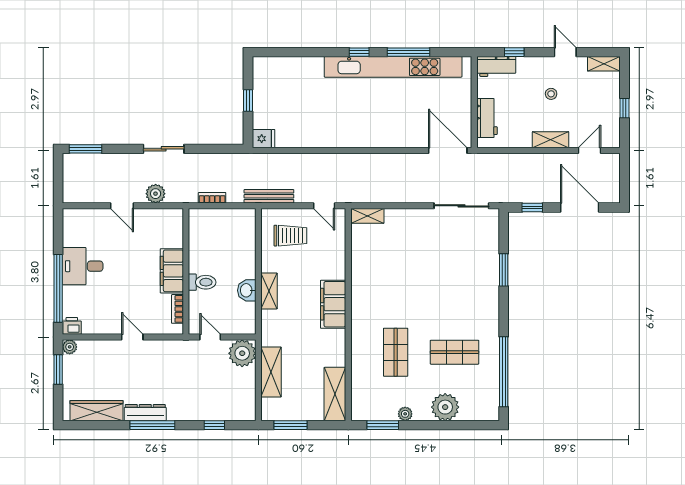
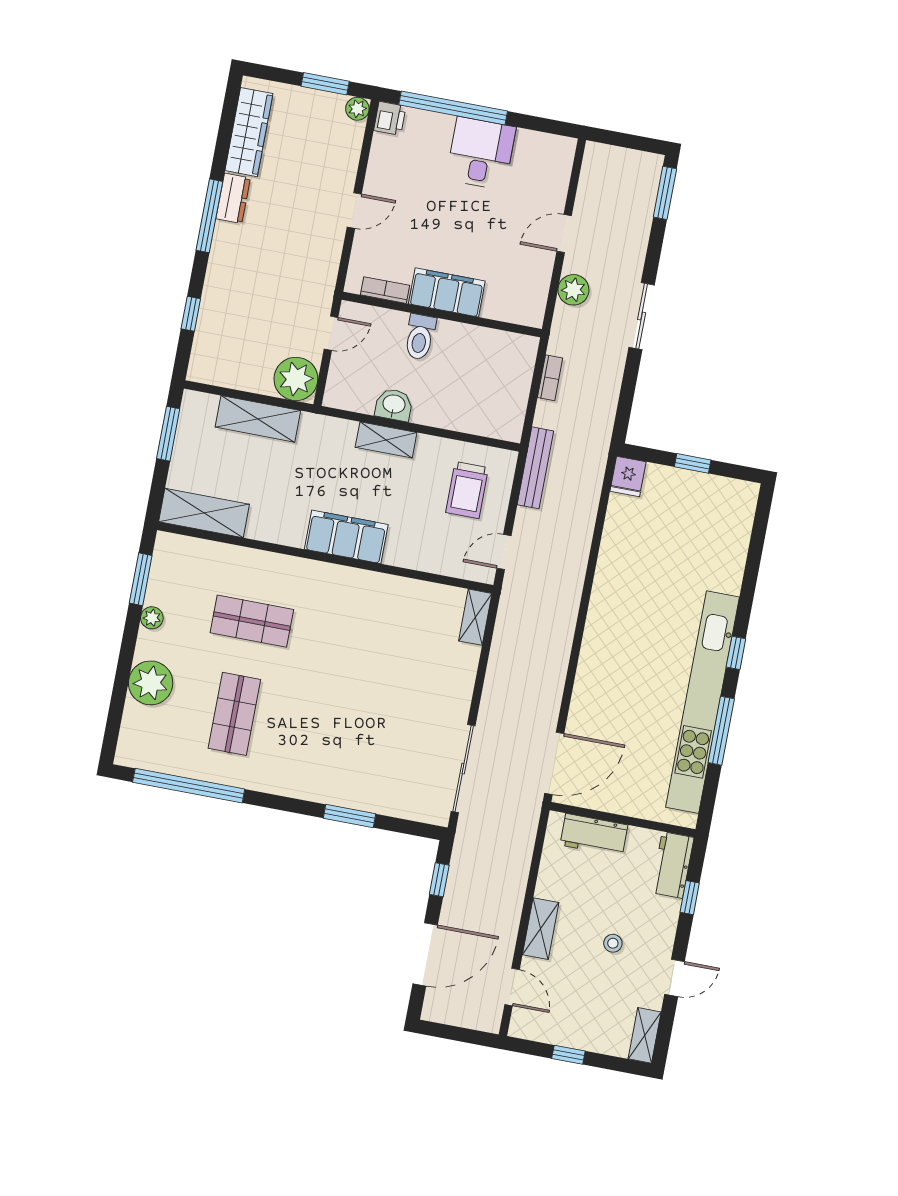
dresser: (145, 413) -> (233, 198), width x0.70

